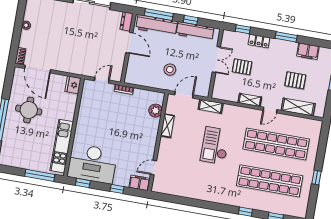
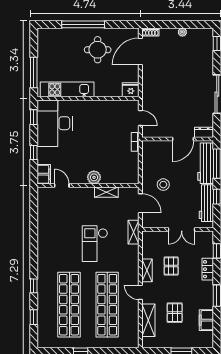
pallet: (242, 67) -> (171, 266), moved
plant: (155, 111) -> (94, 177), moved
checkout: (215, 146) -> (95, 244), turned -90

